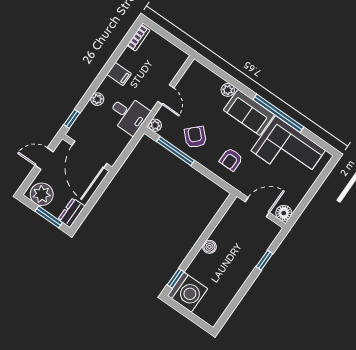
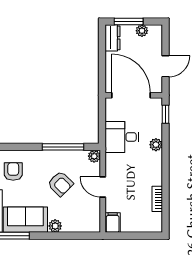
bookcase: (138, 38) -> (157, 199), moved
filing cabinet: (119, 74) -> (113, 223), moved, turned 90
desk: (128, 114) -> (122, 137), moved
armchair: (195, 137) -> (60, 184), moved
plant: (42, 194) -> (142, 31), width x0.53, depth x0.53

